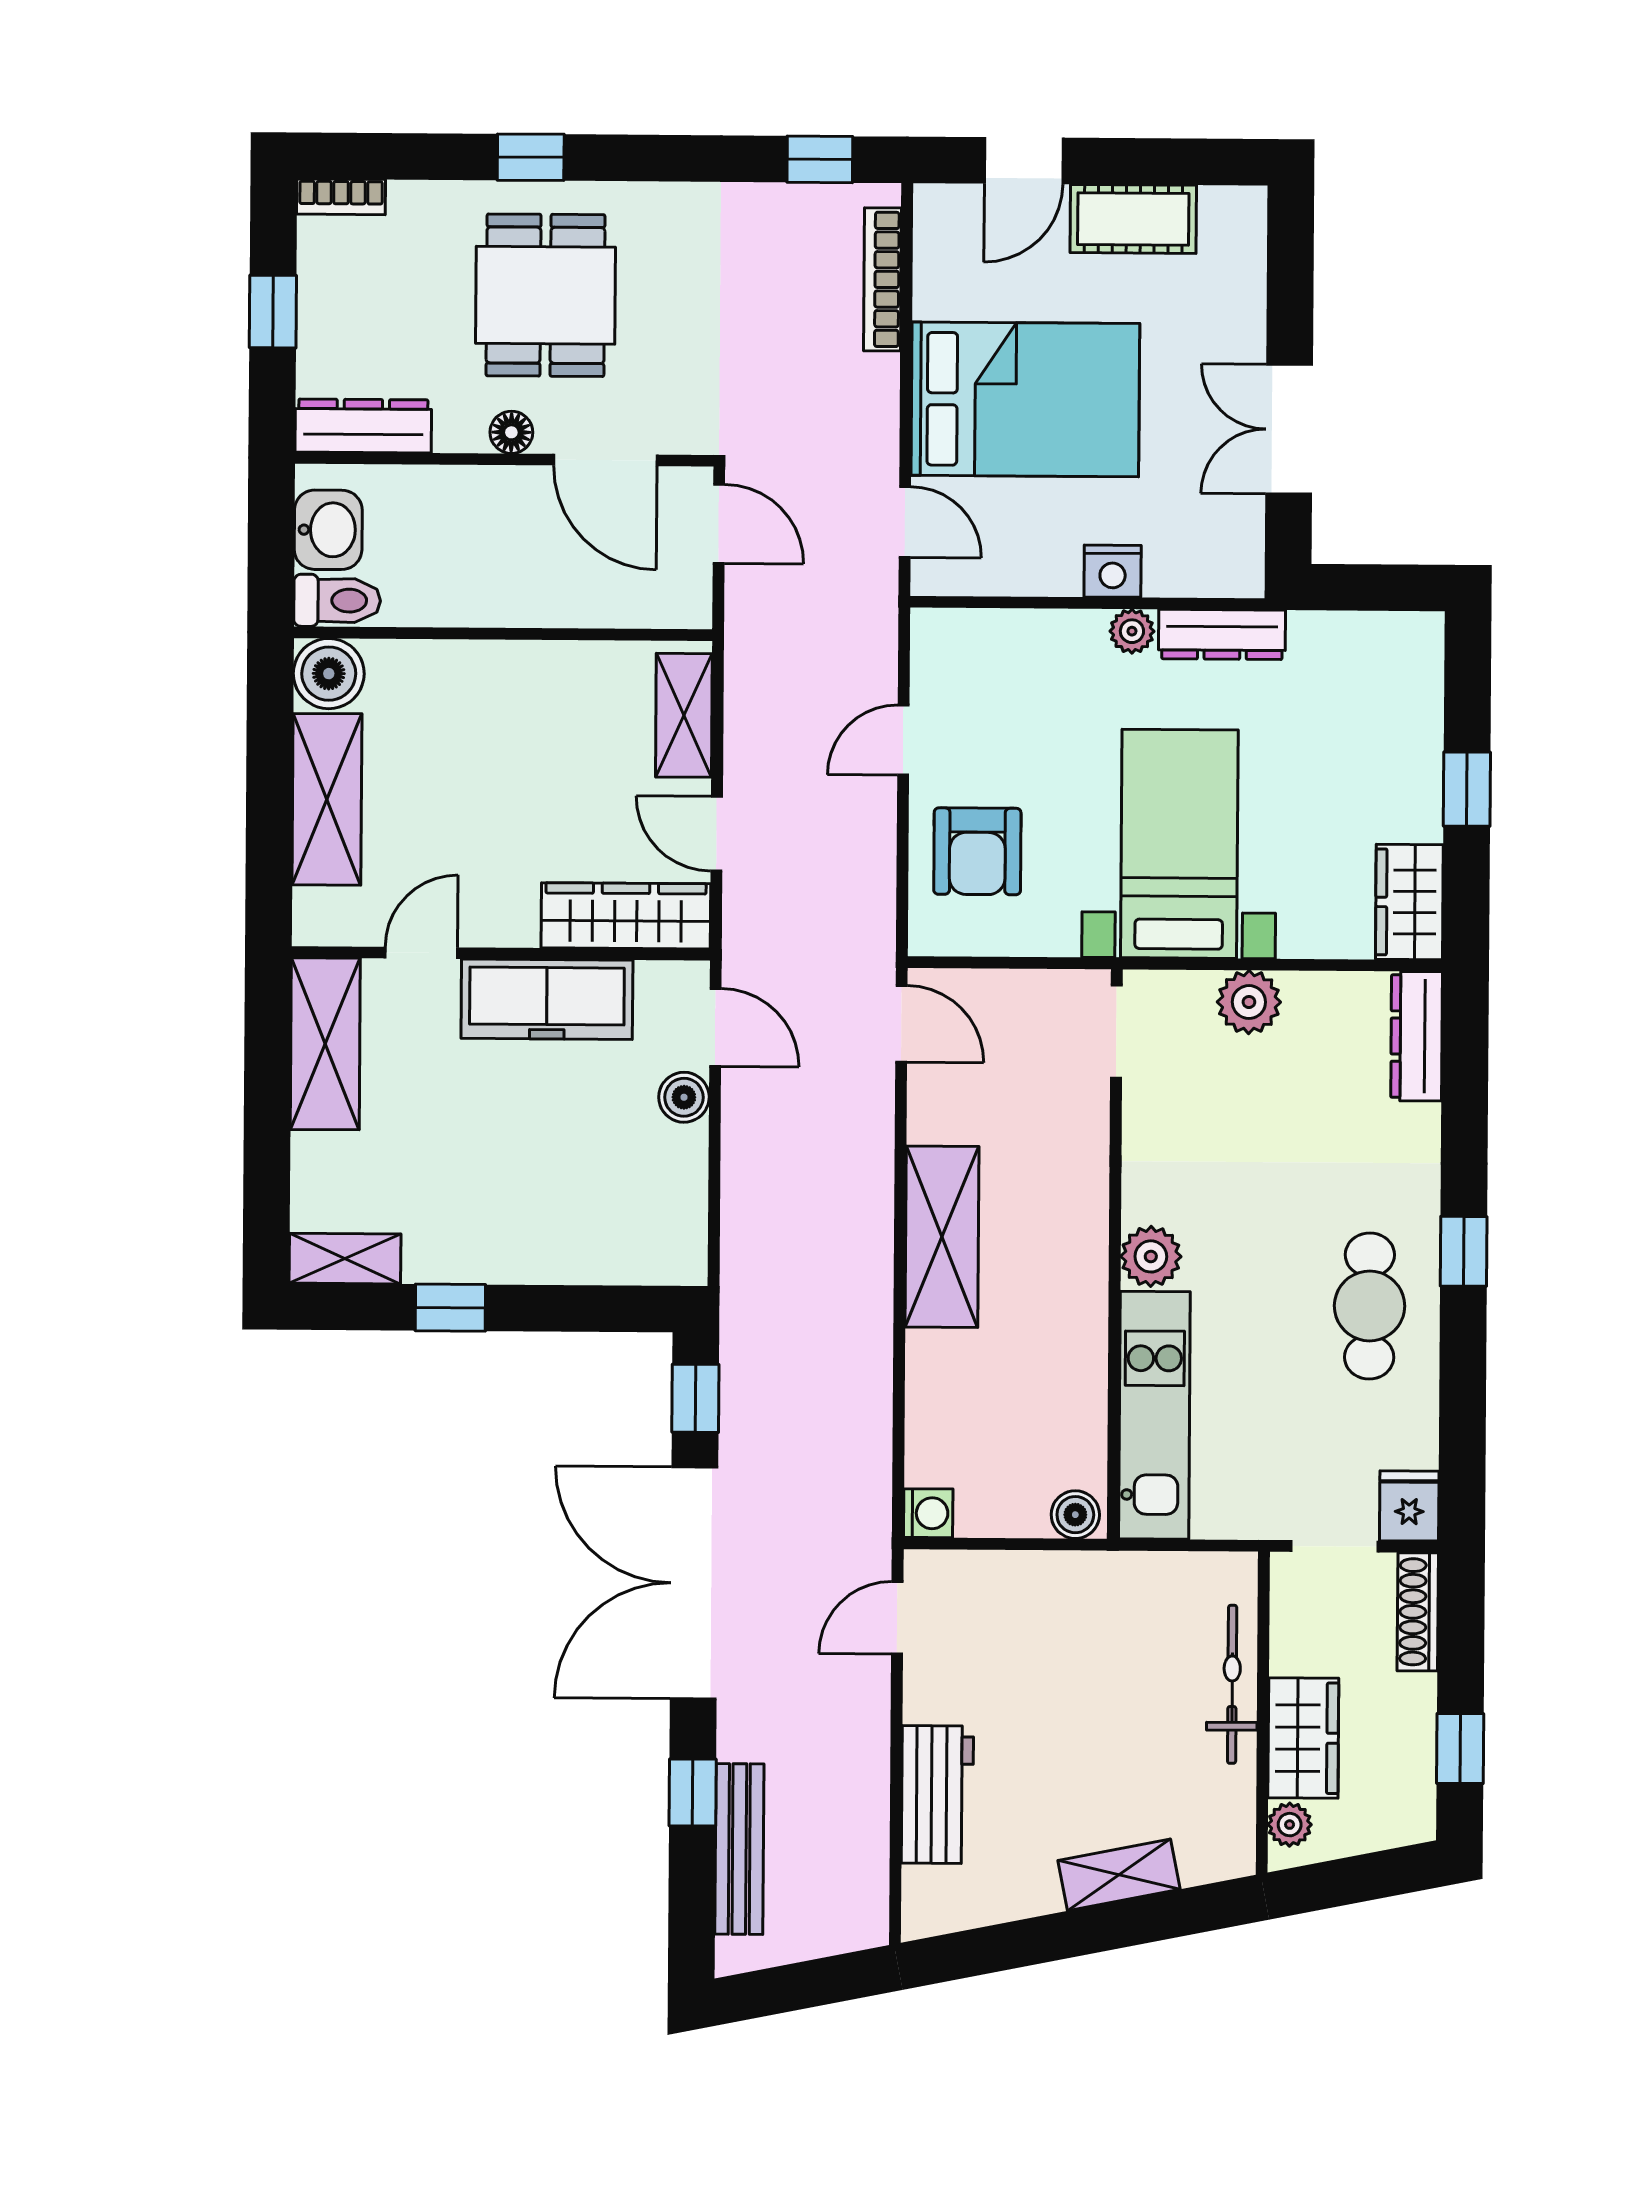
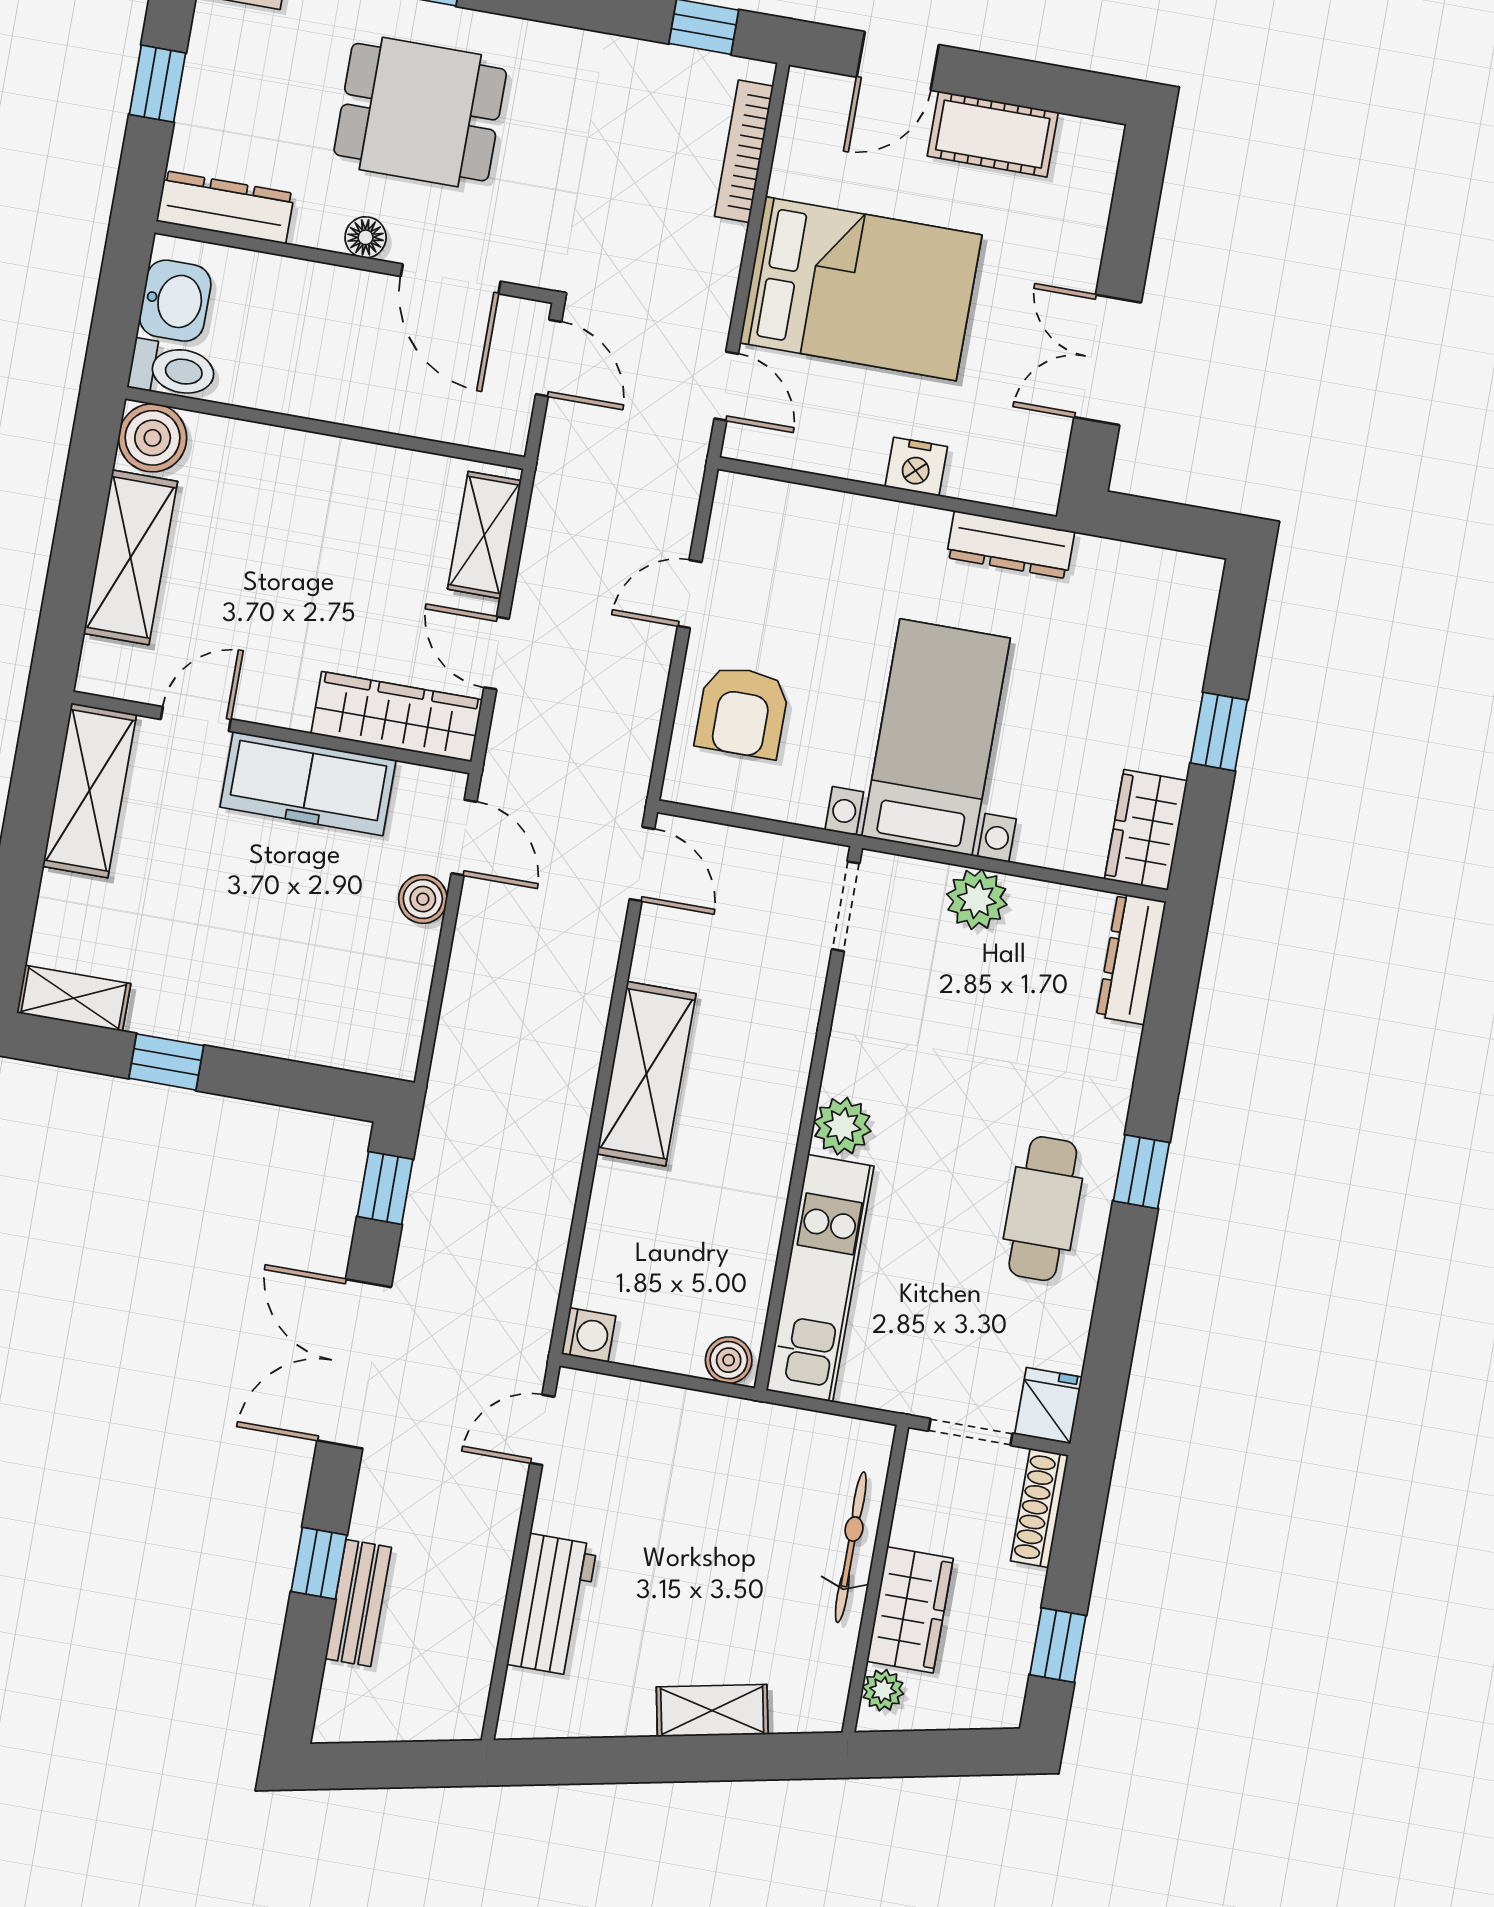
dining table: (546, 295) -> (420, 112), turned 90
plant: (1132, 631) -> (925, 527), removed
double door: (694, 1583) -> (354, 1364), width x0.73
bench: (739, 1849) -> (358, 1603), width x0.73

